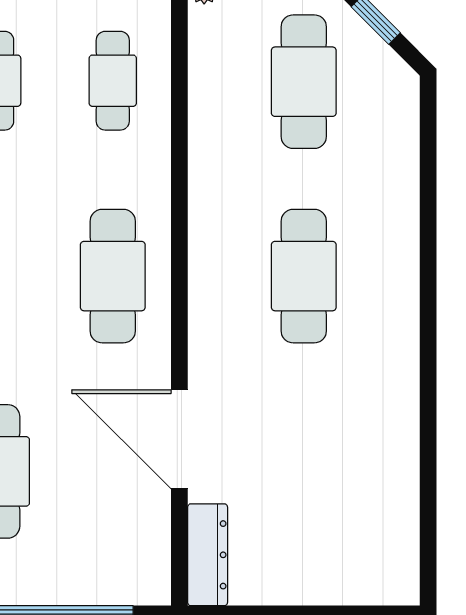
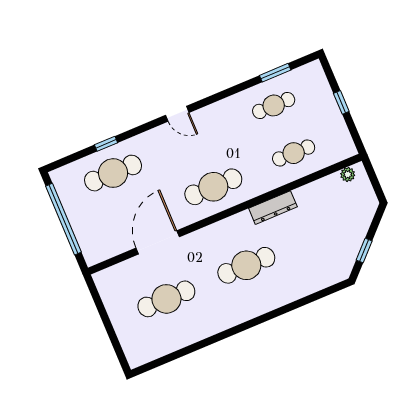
cafe table: (304, 82) -> (166, 299), moved
dresser: (208, 555) -> (273, 208), moved

